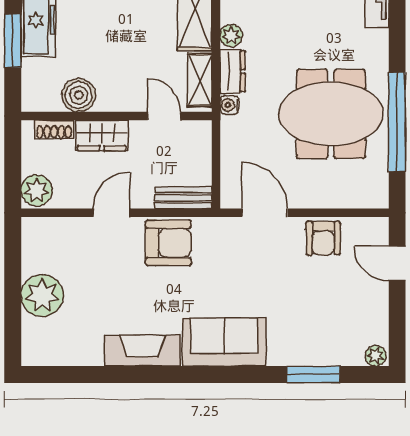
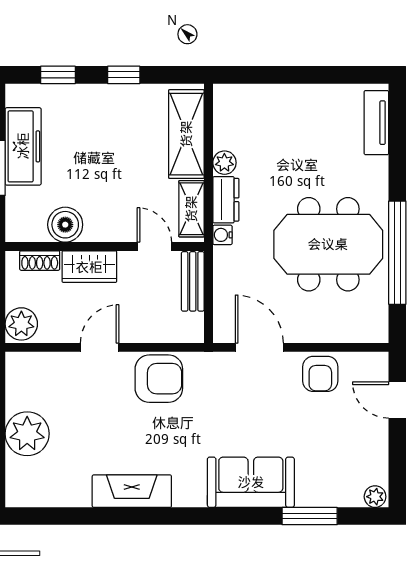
bench: (183, 198) -> (193, 281), moved, turned 90
sofa: (224, 342) -> (251, 482), moved

